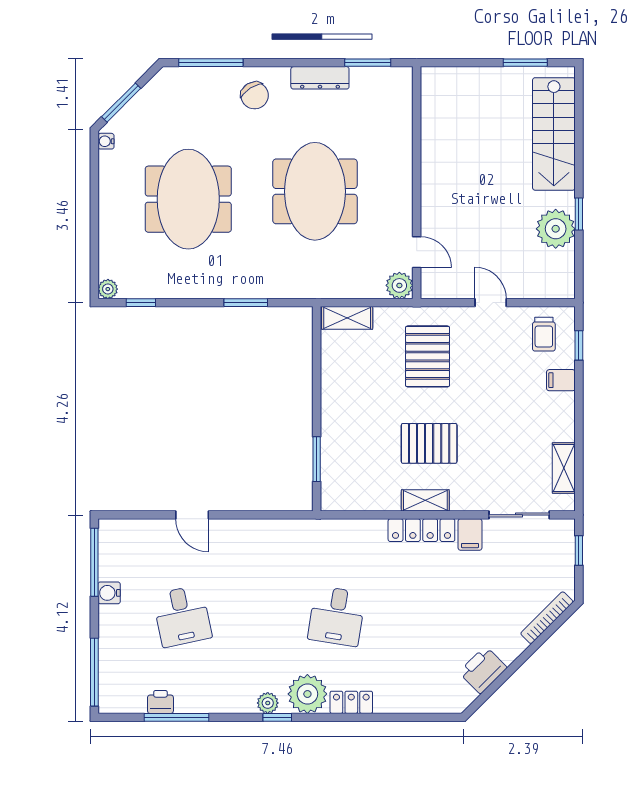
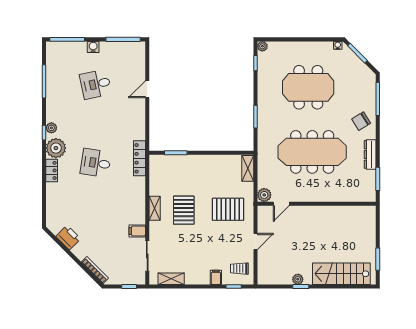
meeting table: (315, 191) -> (312, 152), width x1.36
plant: (556, 229) -> (298, 279), width x0.53, depth x0.53
locker: (421, 530) -> (139, 158), moved
water cooler: (109, 593) -> (93, 47), moved
printer: (160, 702) -> (52, 73), removed

